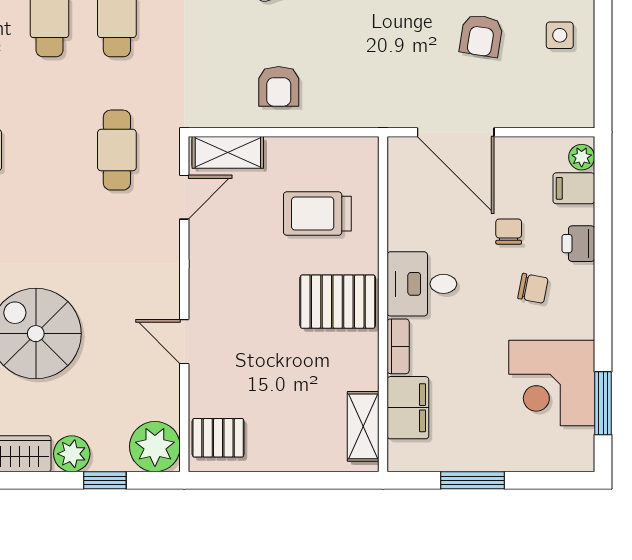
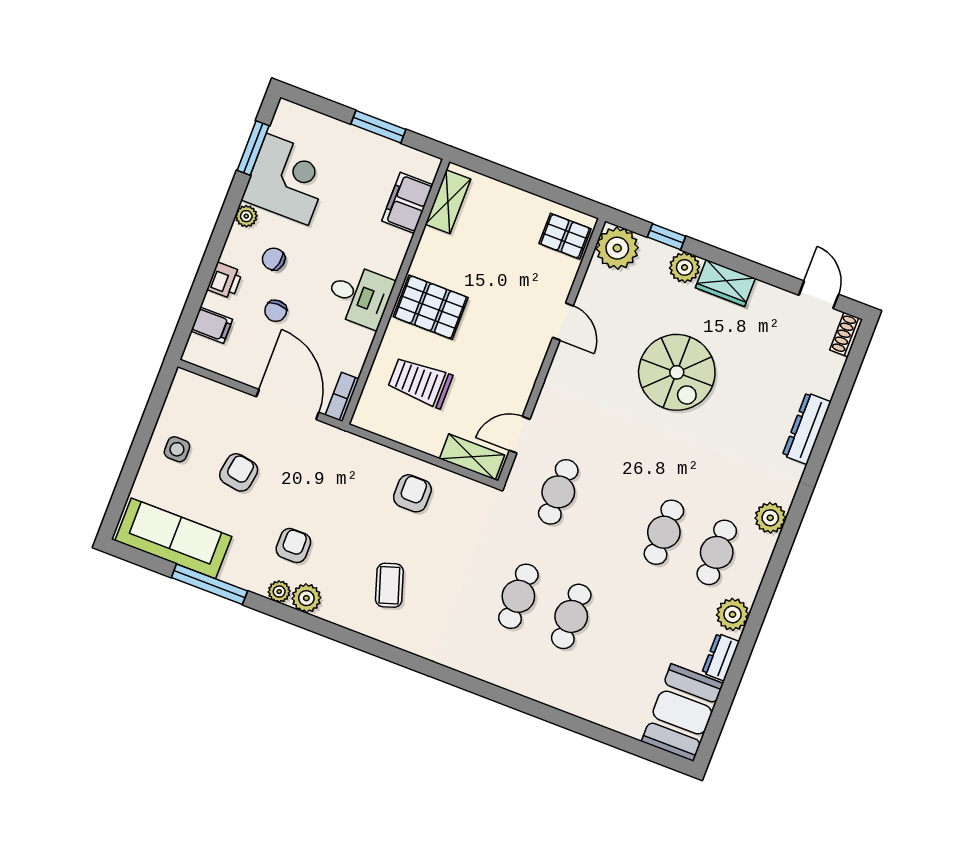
plant: (582, 157) -> (246, 216), moved
trolley: (317, 214) -> (420, 382), turned 180
bookcase: (398, 346) -> (342, 397), moved

